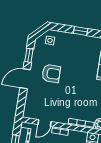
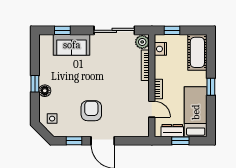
floor lamp: (74, 38) -> (45, 91), added

